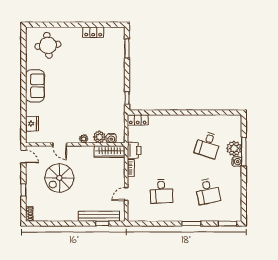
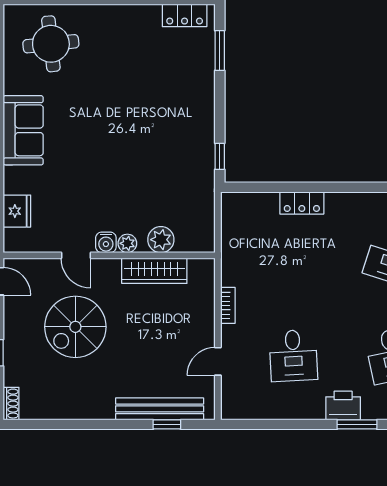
locker: (93, 32) -> (185, 15), moved
locker: (138, 120) -> (302, 203), moved
water cooler: (111, 138) -> (106, 242), moved
printer: (134, 150) -> (343, 405), moved, turned -90
wardrobe: (110, 152) -> (154, 271), moved

